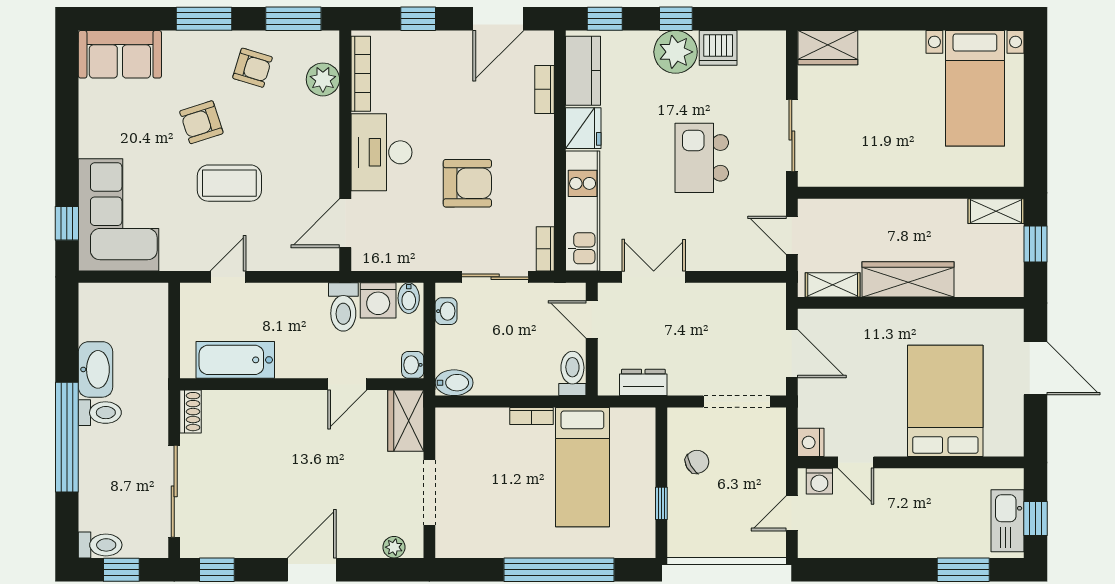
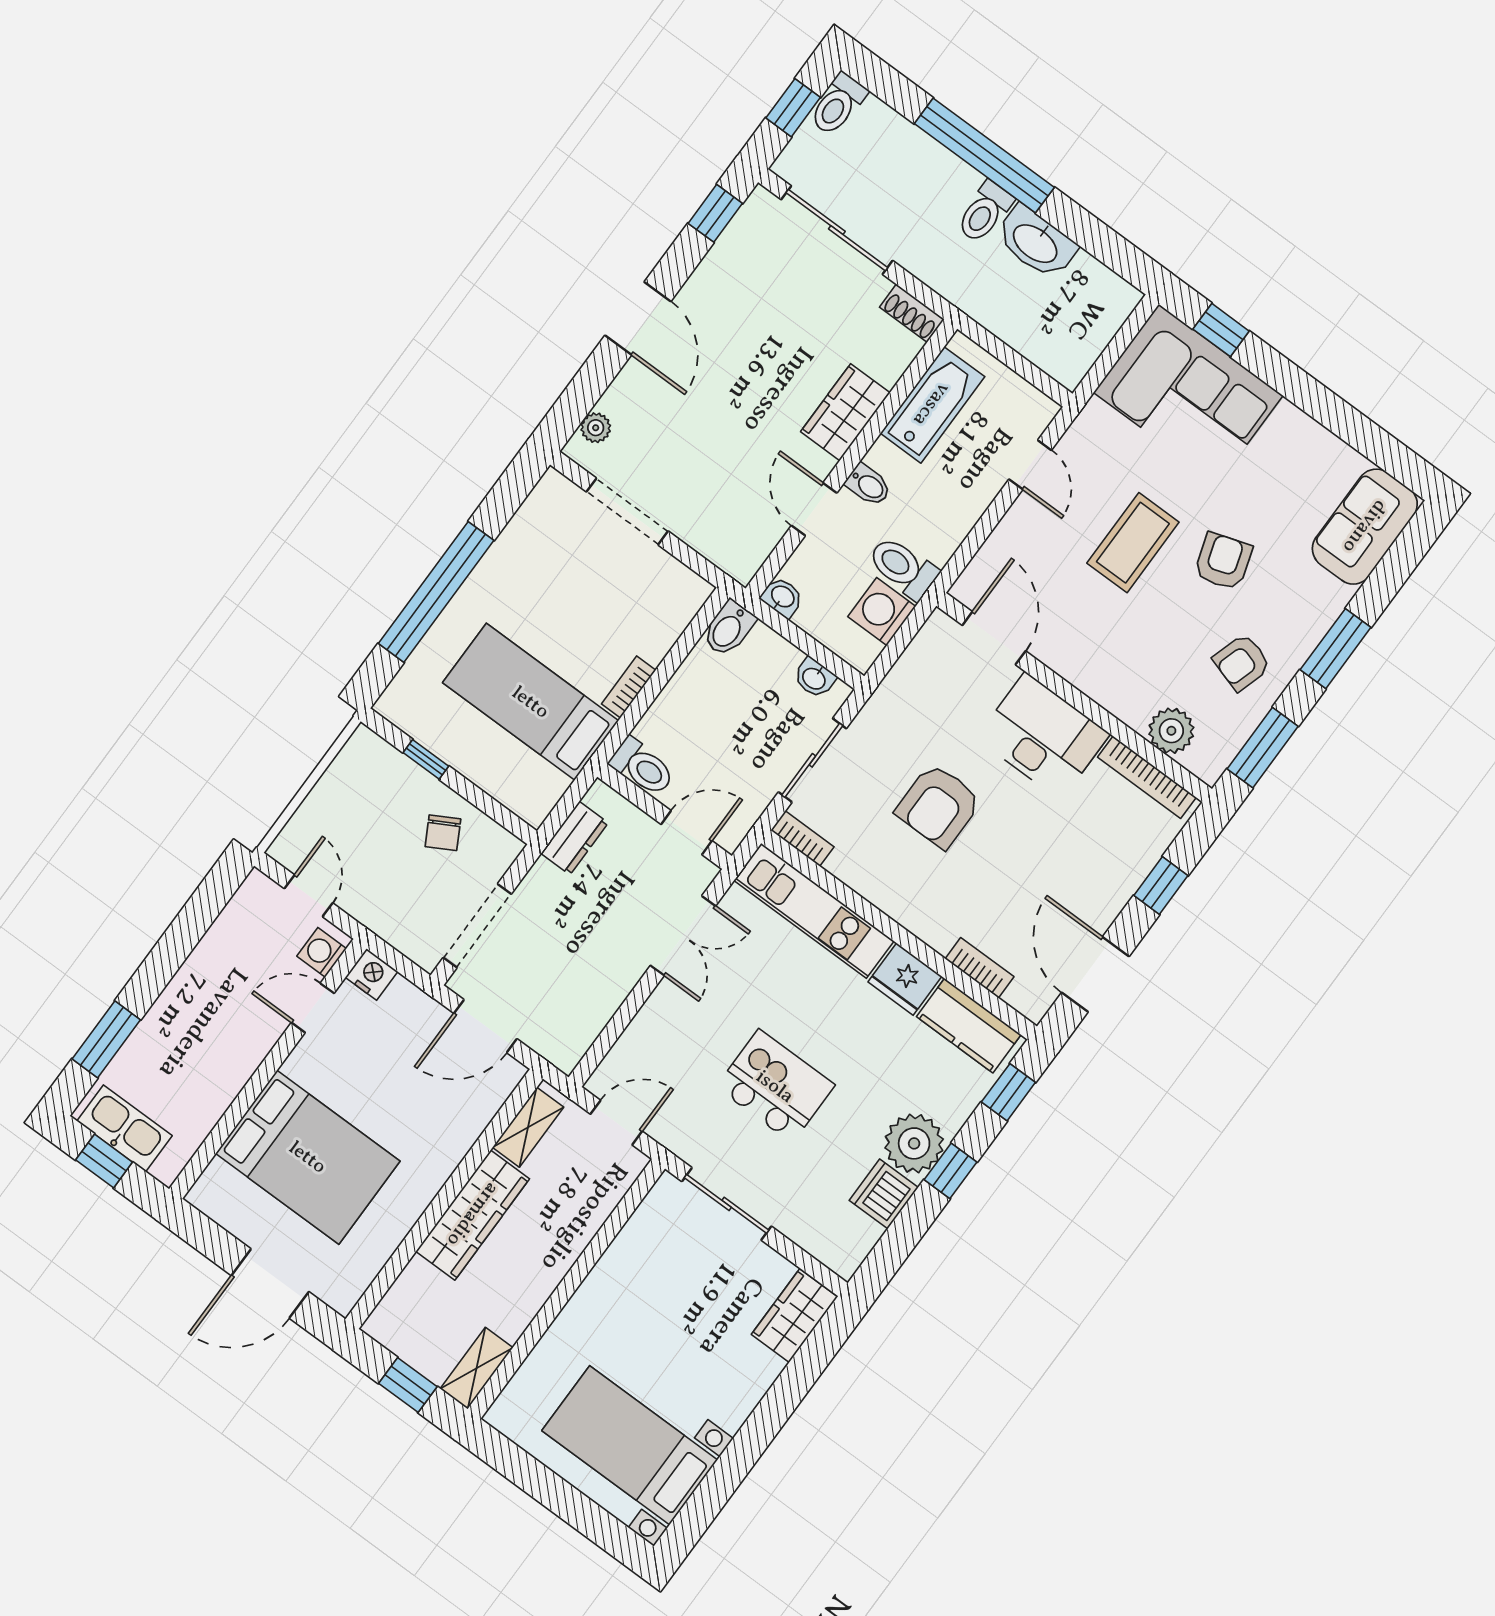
bidet: (409, 298) -> (868, 485), moved, turned 180
wardrobe: (406, 421) -> (845, 412), moved, turned -90

